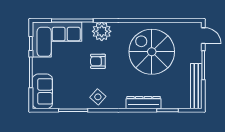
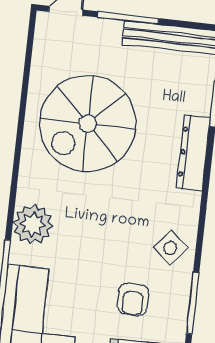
armchair: (98, 61) -> (133, 299), moved

